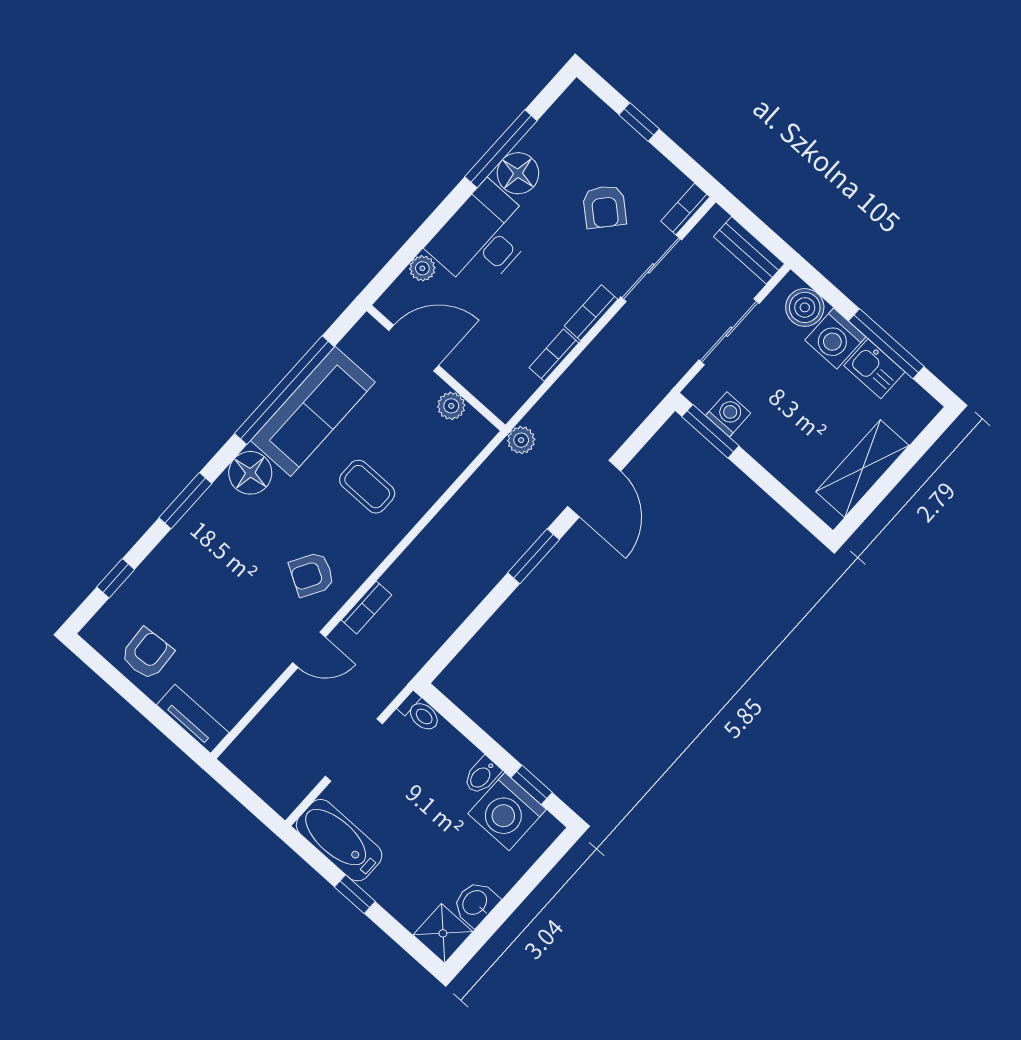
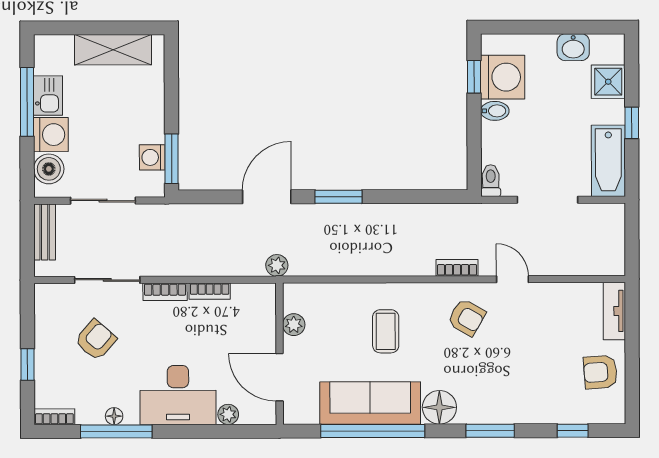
floor lamp: (518, 173) -> (114, 416), width x0.53, depth x0.53
bookcase: (685, 209) -> (54, 417), moved, turned 180
shower: (443, 933) -> (608, 82), moved

